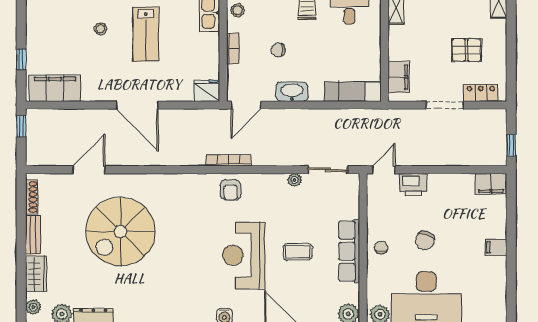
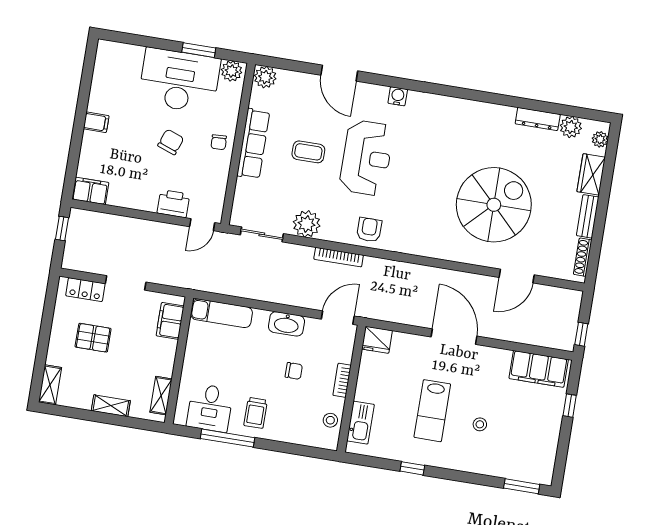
lab bench: (146, 34) -> (432, 411), turned 180
bookcase: (229, 160) -> (339, 257), moved
plant: (294, 180) -> (307, 224), width x1.87, depth x1.87

